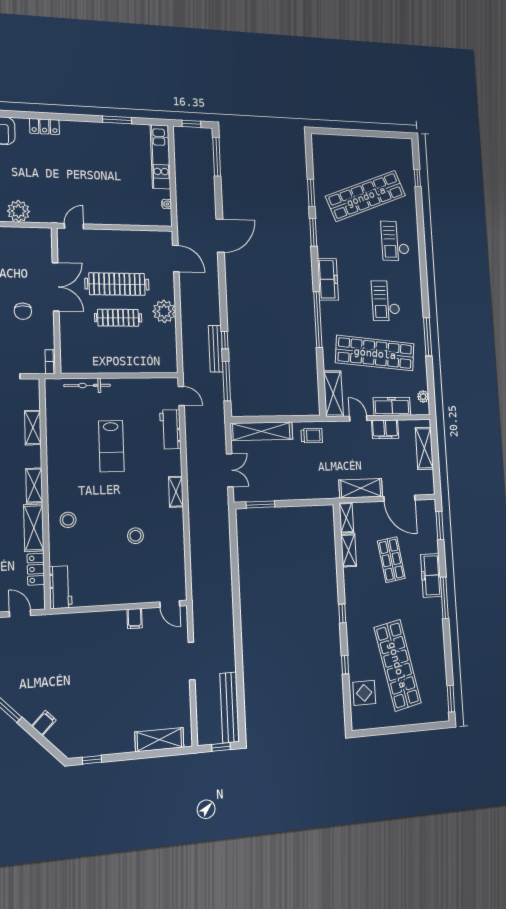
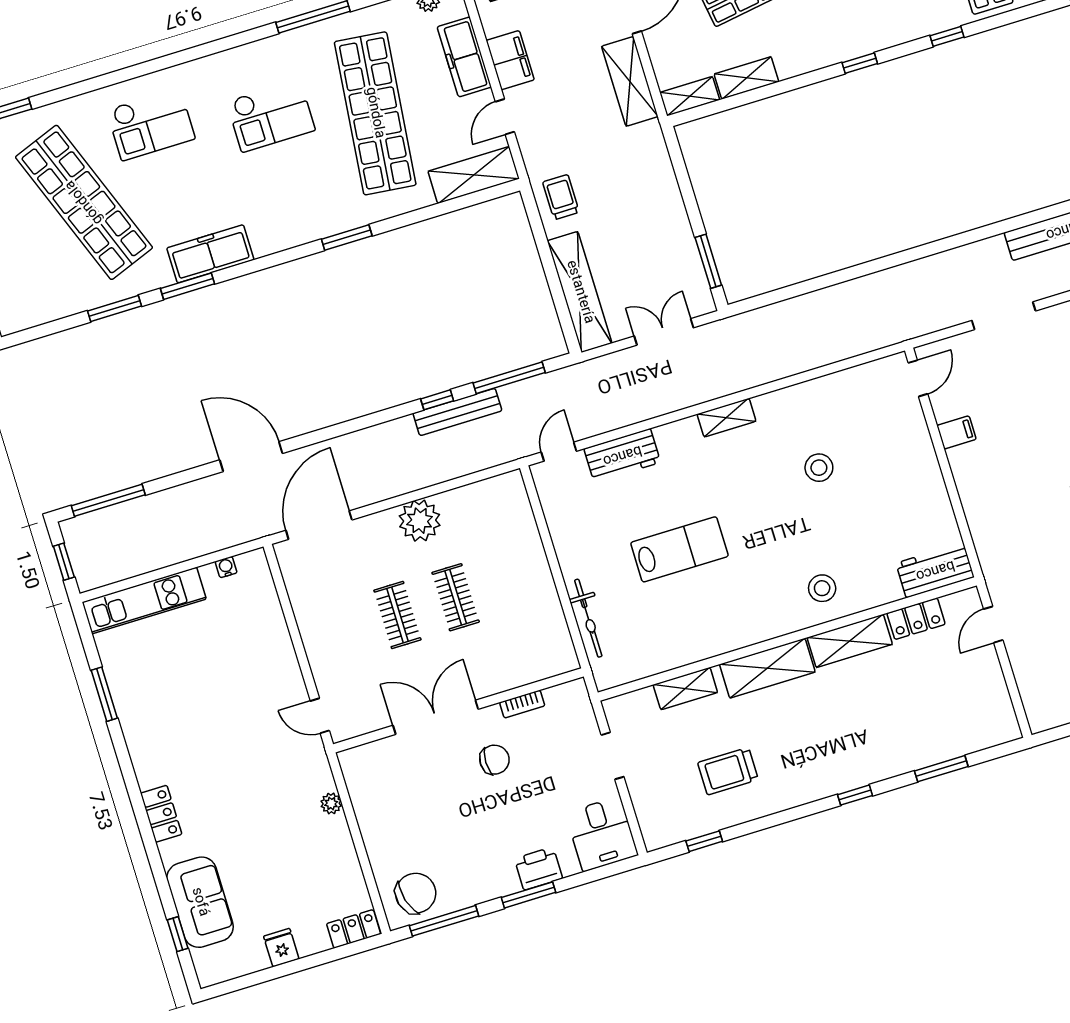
plant: (19, 211) -> (331, 803), width x0.53, depth x0.53
door: (176, 259) -> (319, 525), width x1.36
freezer: (328, 279) -> (210, 254), moved
clothes rail: (117, 284) -> (397, 615), width x0.54, depth x0.76
clothes rail: (118, 318) -> (456, 597), width x0.73
window: (318, 319) -> (347, 237), width x0.47
bookcase: (50, 362) -> (522, 704), moved
shelving: (34, 485) -> (767, 668), width x1.50, depth x1.33

